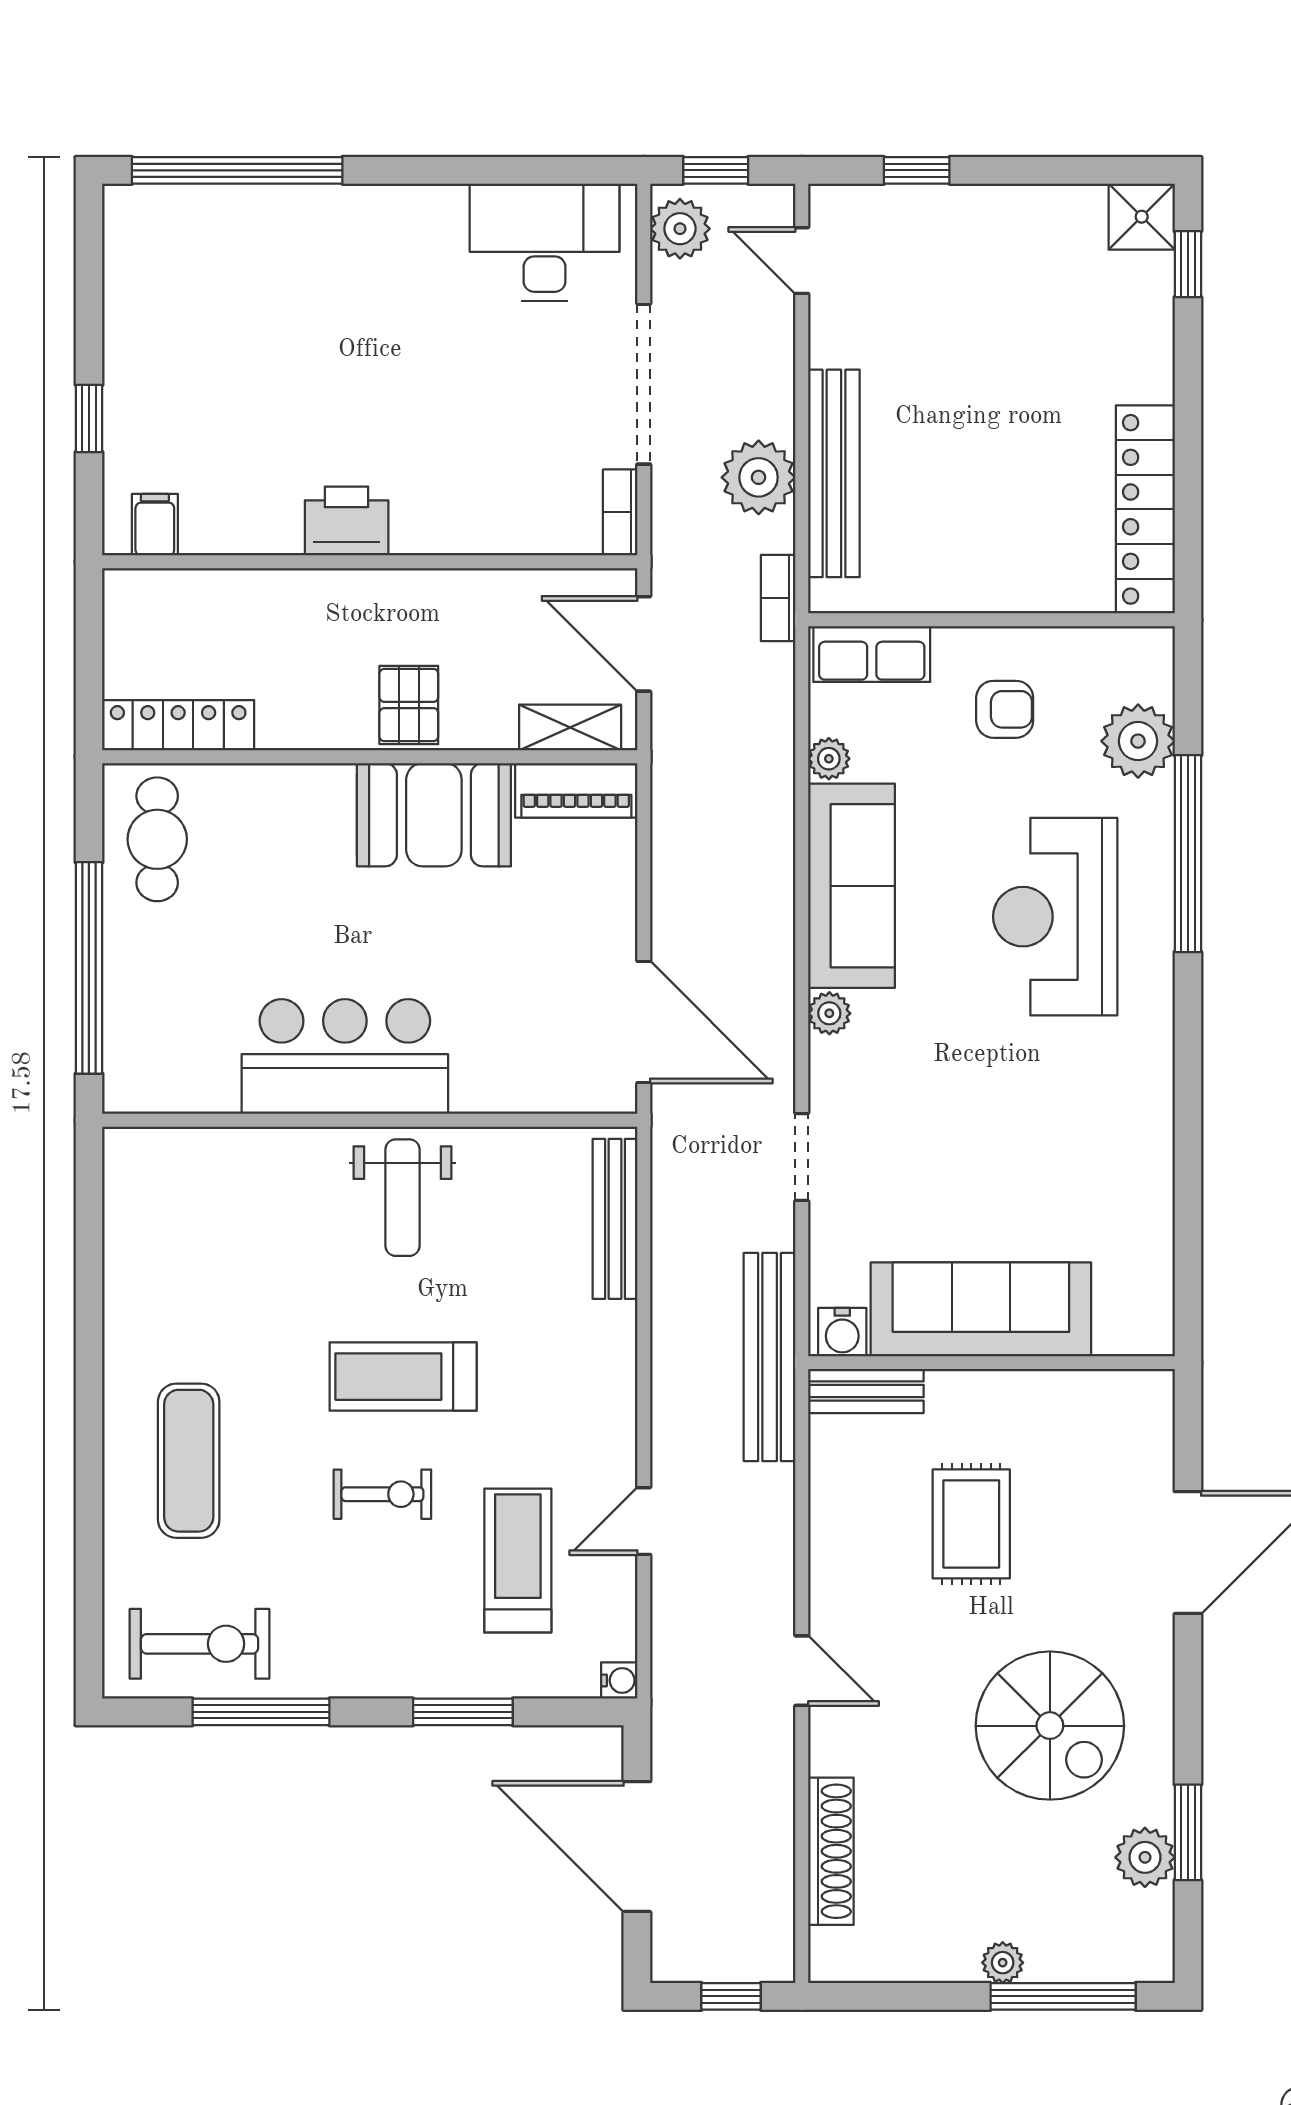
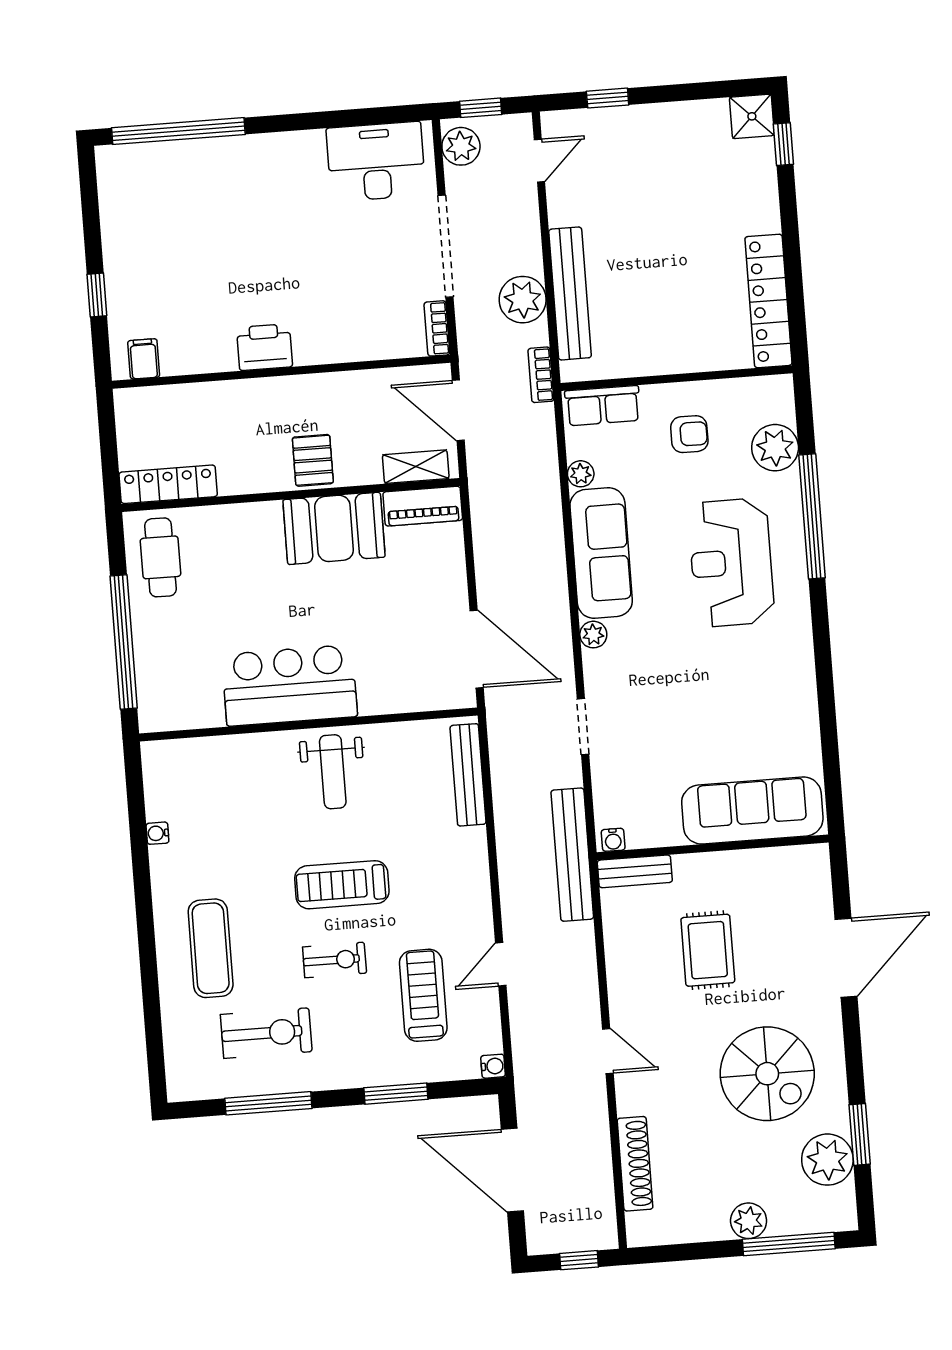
door: (802, 261) -> (539, 161), swing flipped
water cooler: (119, 1273) -> (157, 833), added
sofa: (981, 1309) -> (752, 810), moved
water cooler: (842, 1332) -> (613, 840), width x0.72, depth x0.72
exercise bike: (200, 1644) -> (266, 1033), moved
plant: (1145, 1857) -> (827, 1160), width x1.36, depth x1.36
plant: (1003, 1963) -> (749, 1221), width x1.38, depth x1.38

